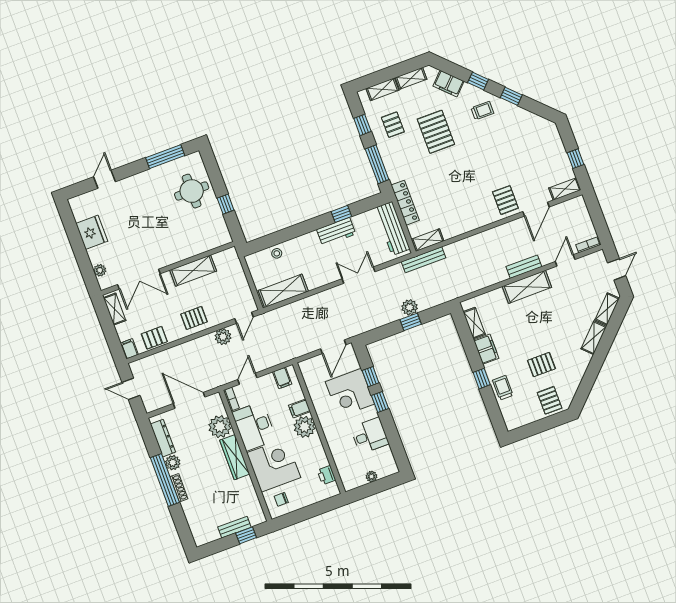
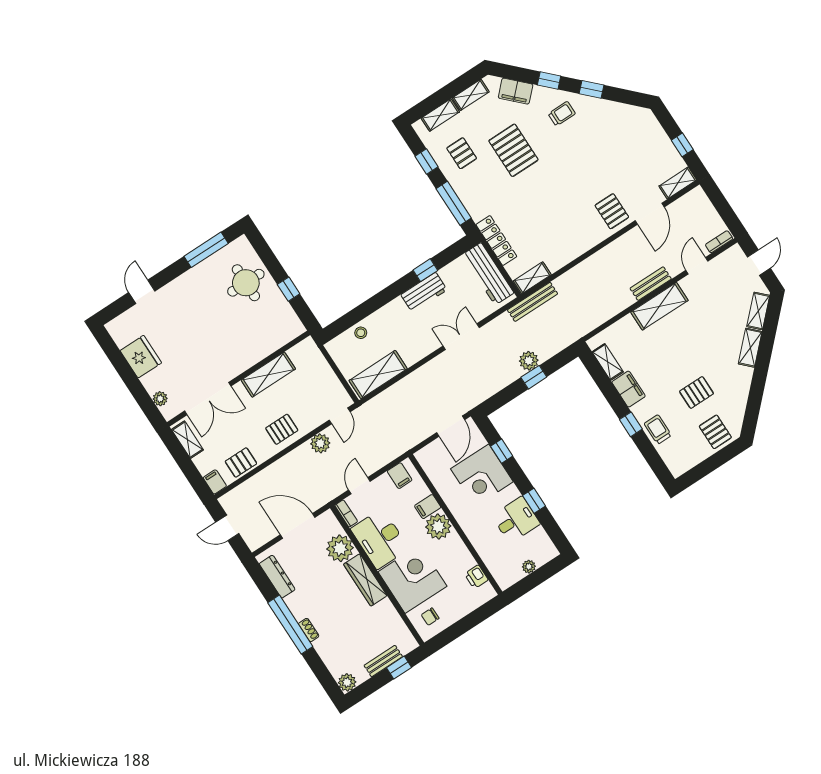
window: (380, 402) -> (534, 501), moved
plant: (173, 463) -> (347, 682), moved
shoe rack: (179, 488) -> (309, 630), width x0.70

